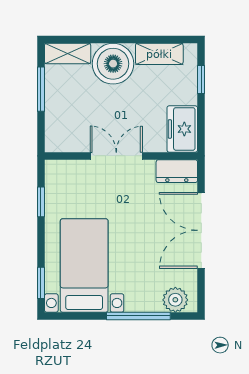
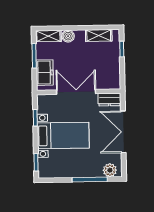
boiler: (113, 64) -> (68, 36), width x0.54, depth x0.54
freezer: (182, 129) -> (45, 73), moved, turned 180
double door: (116, 156) -> (76, 92), width x1.37
bed with nightstands: (84, 266) -> (63, 135), moved, turned 90

